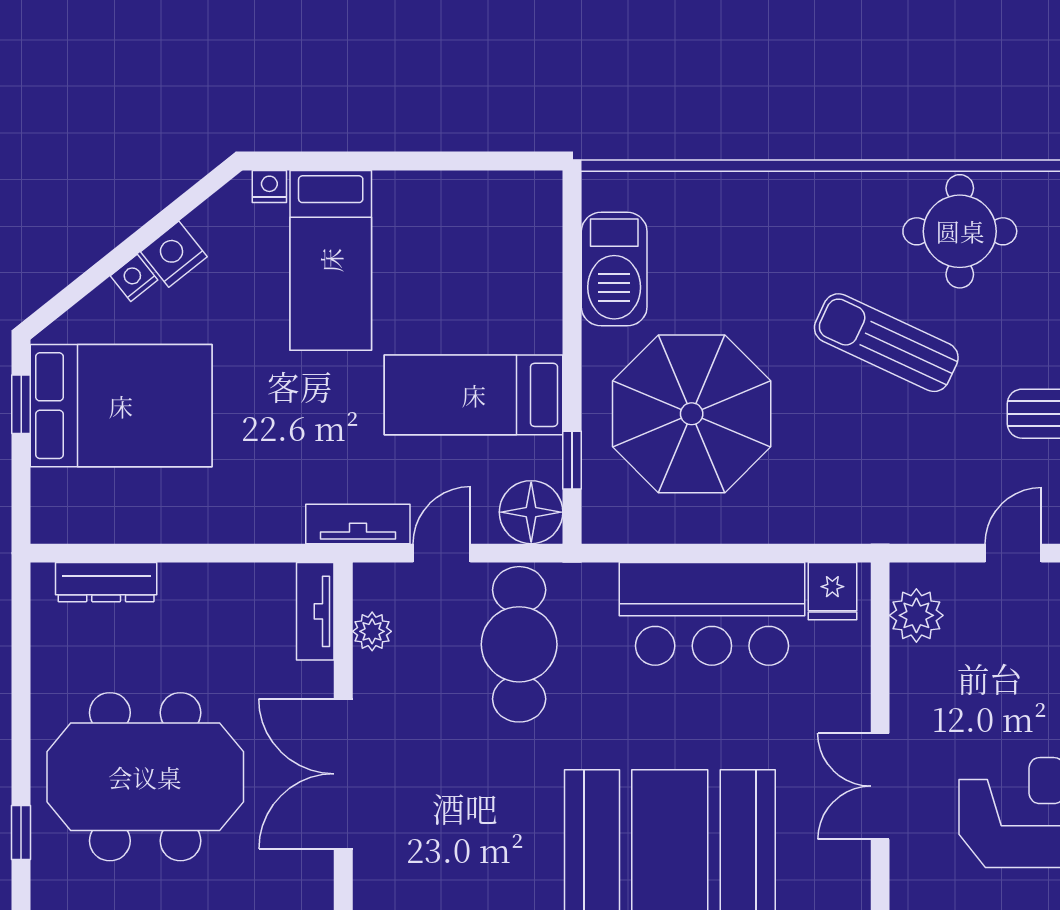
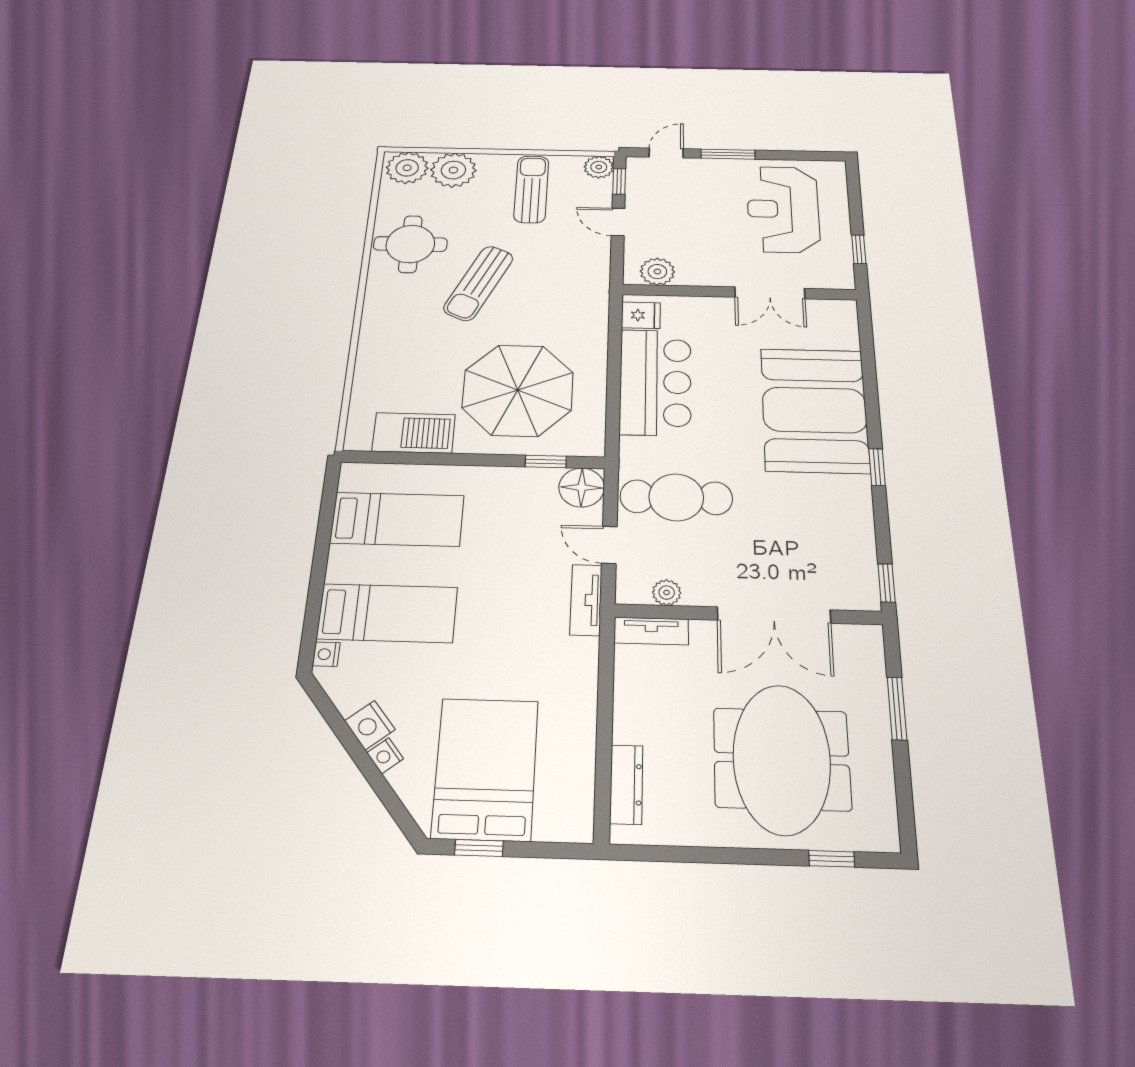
bed: (474, 395) -> (397, 519), moved, turned -90

